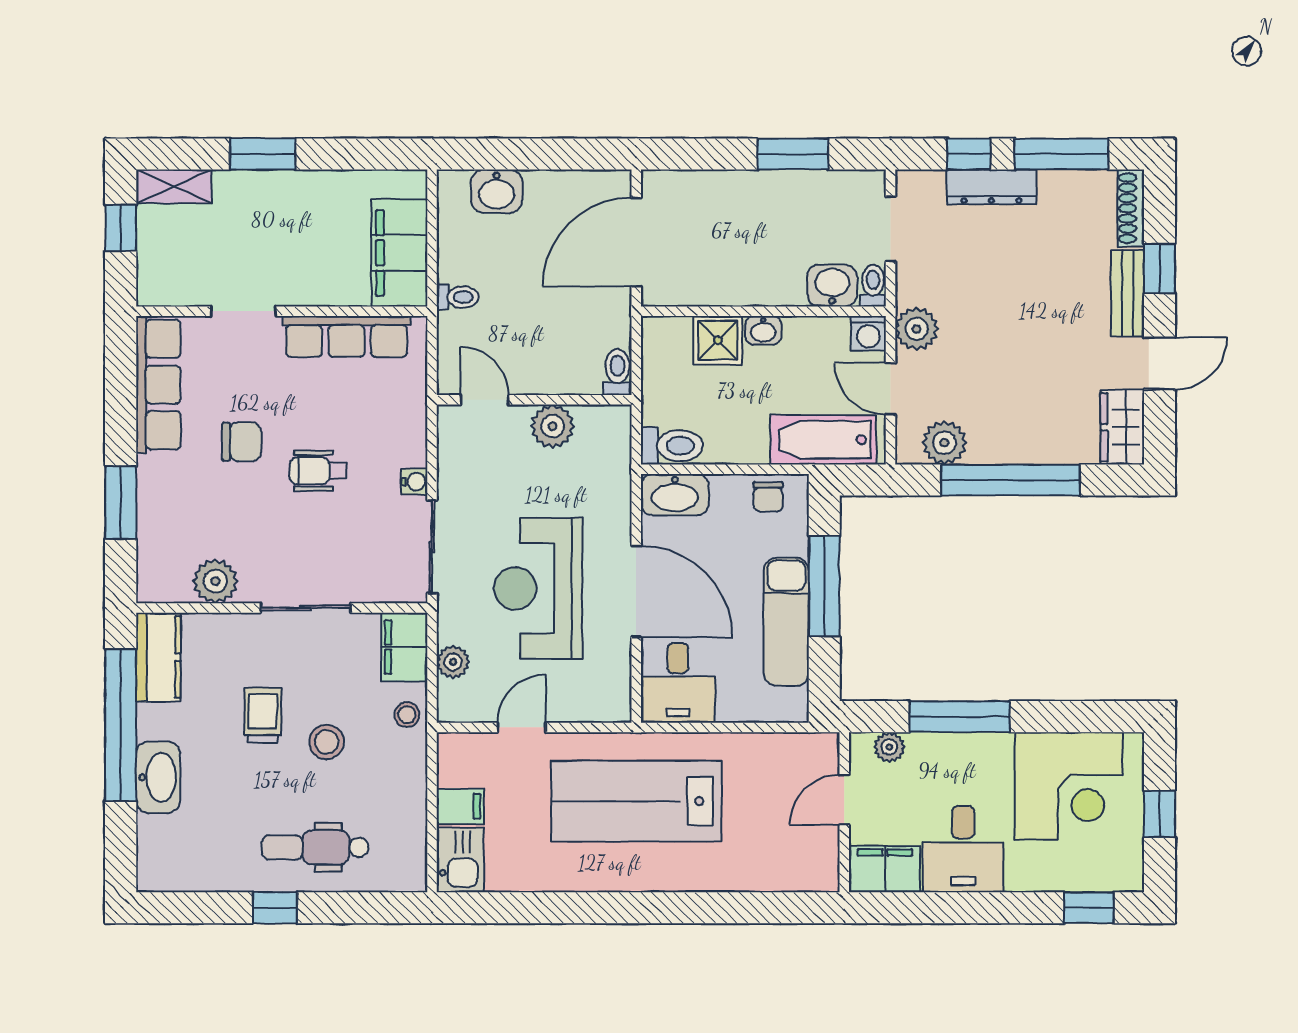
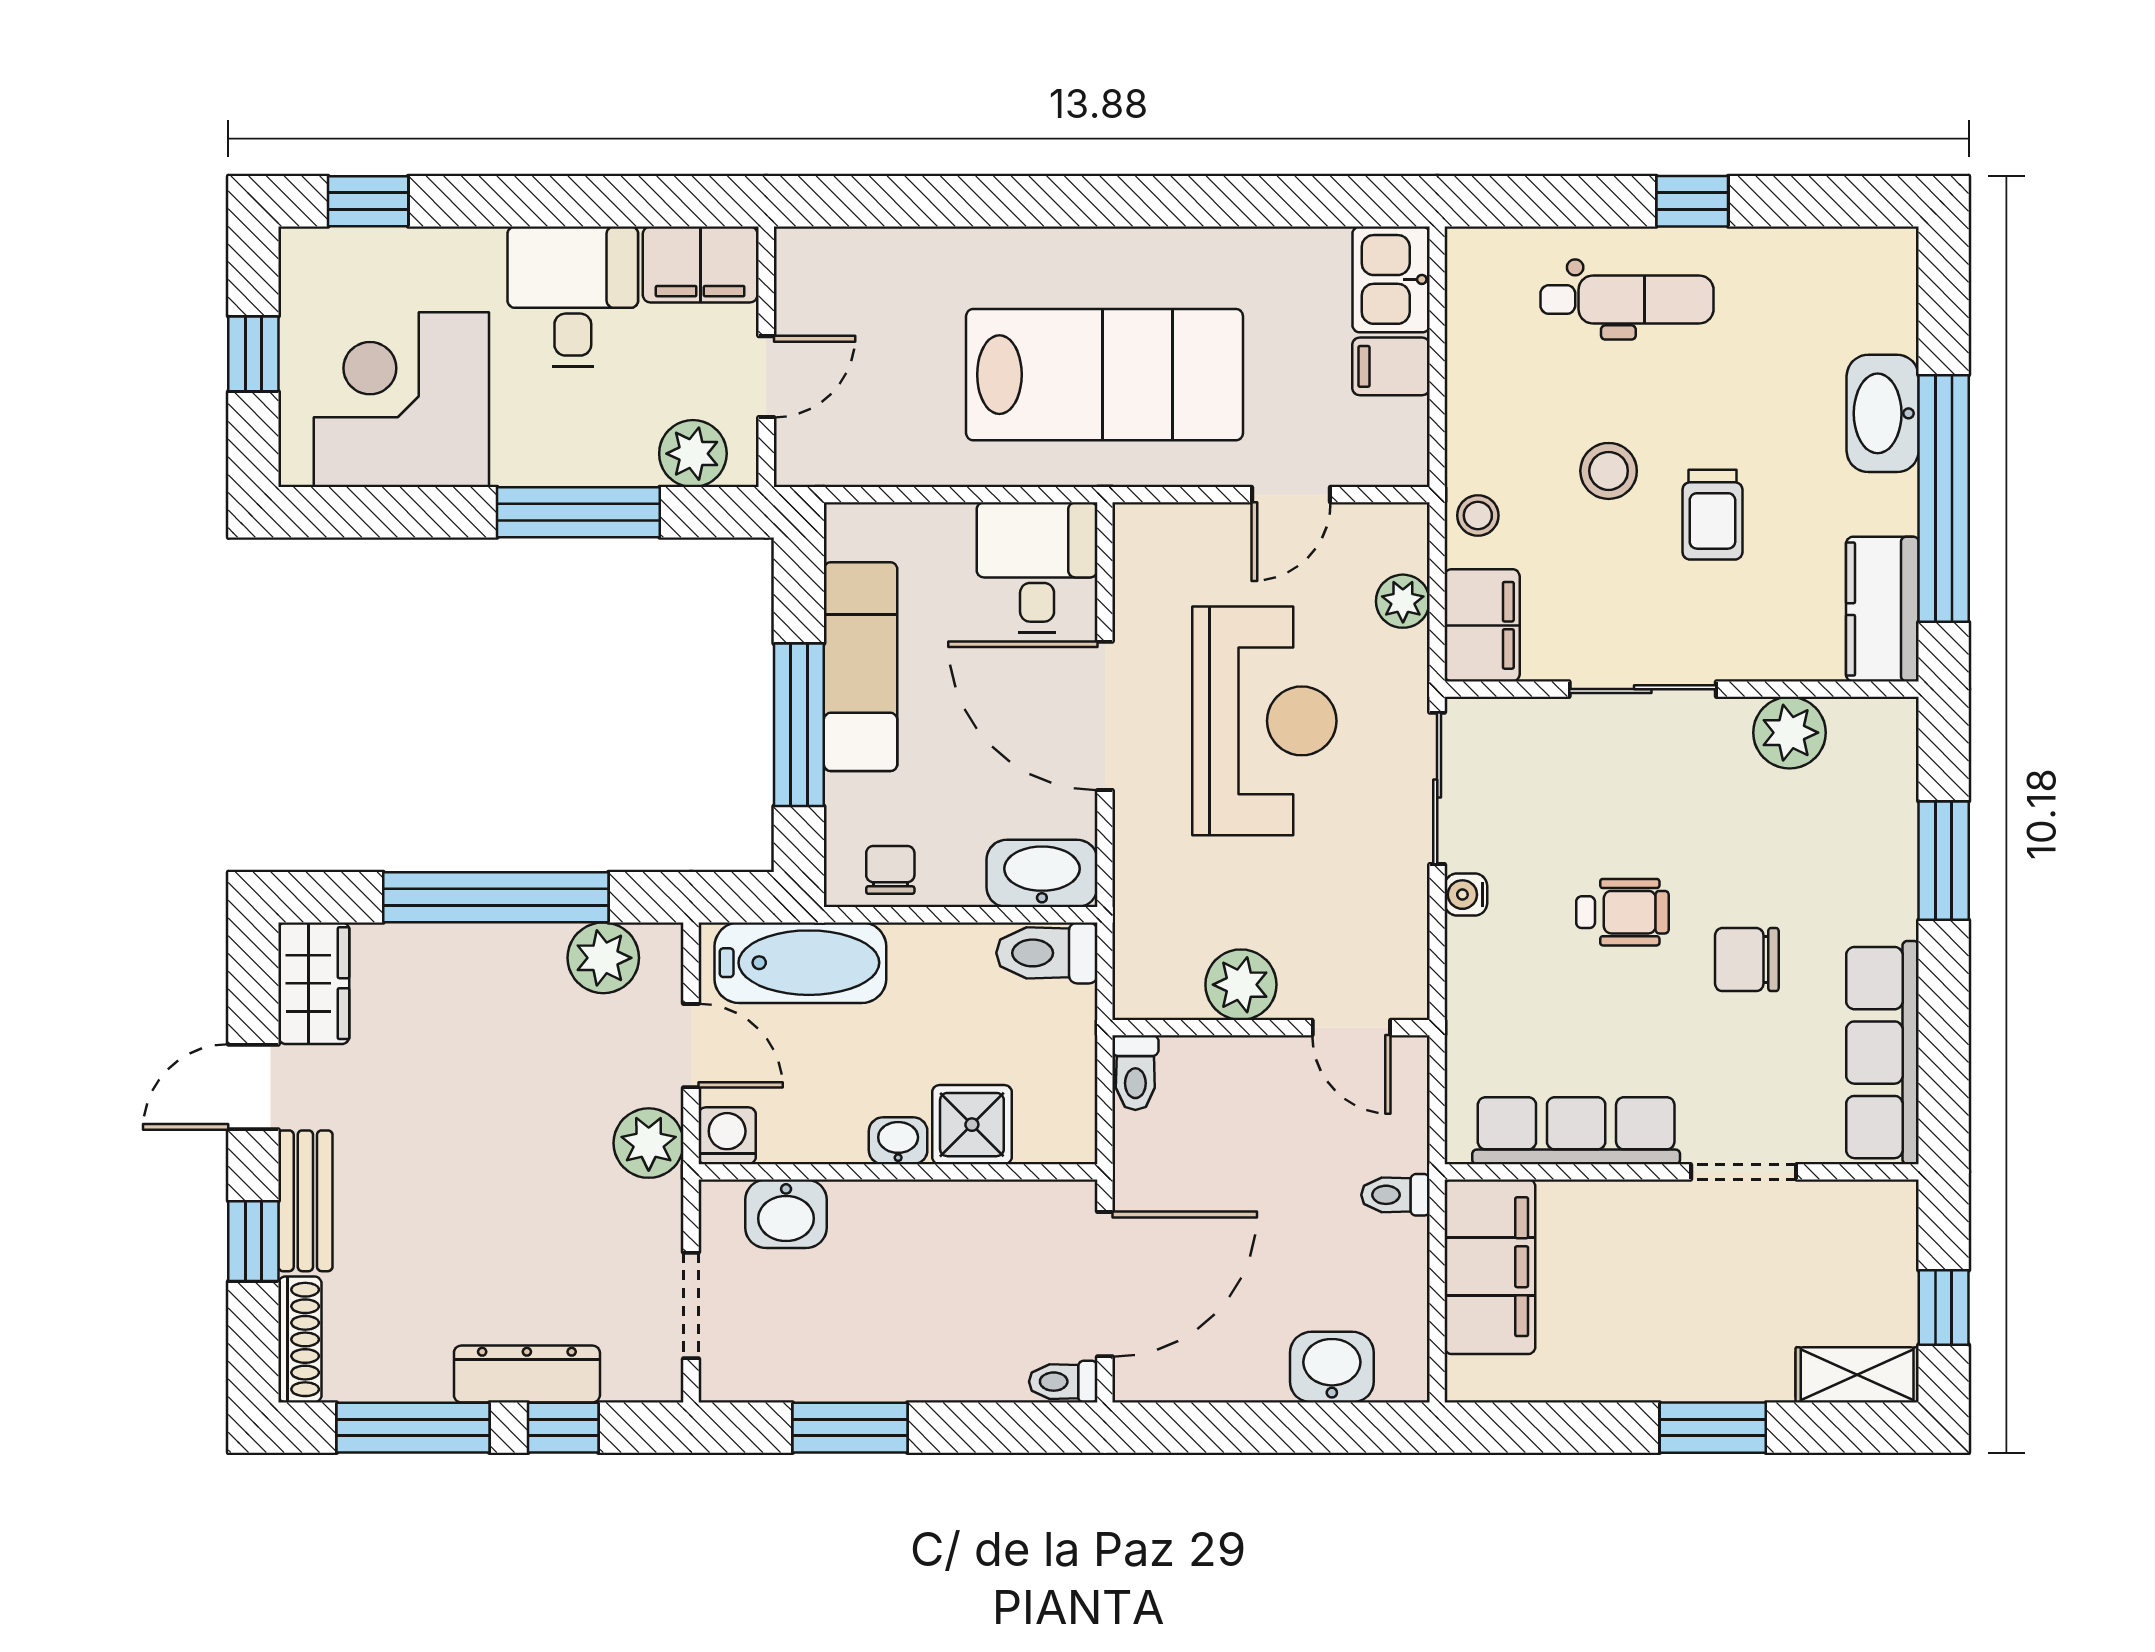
toilet: (873, 286) -> (1063, 1382), moved, turned 90
plant: (889, 747) -> (693, 454), width x1.38, depth x1.38

